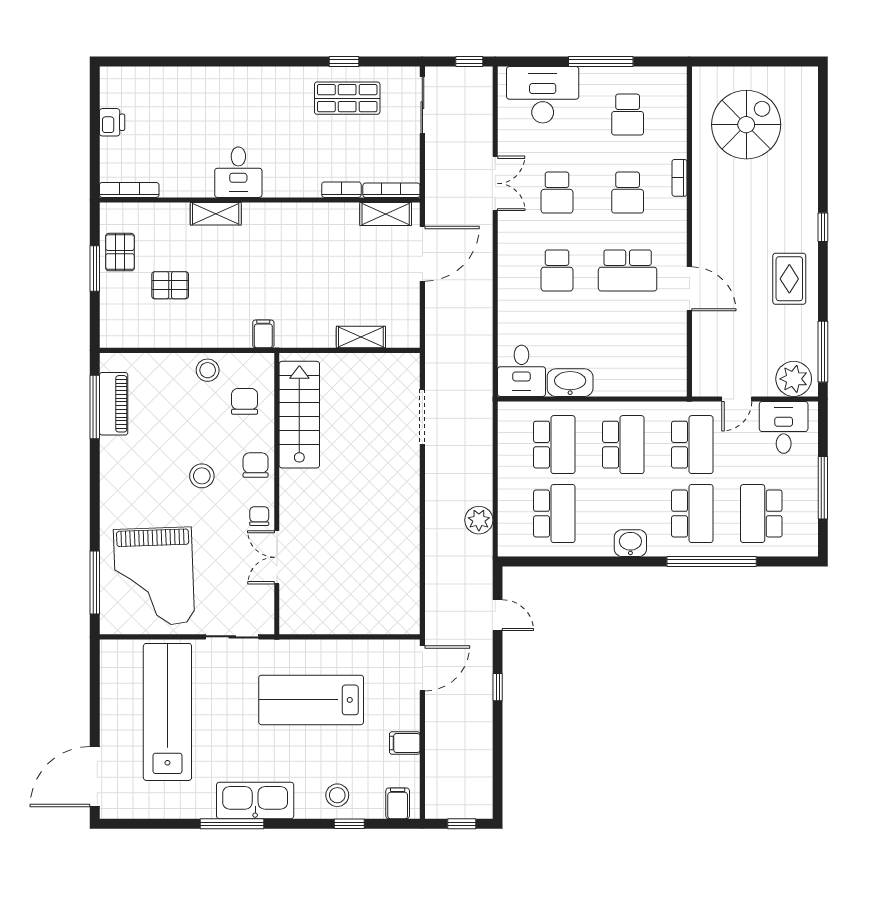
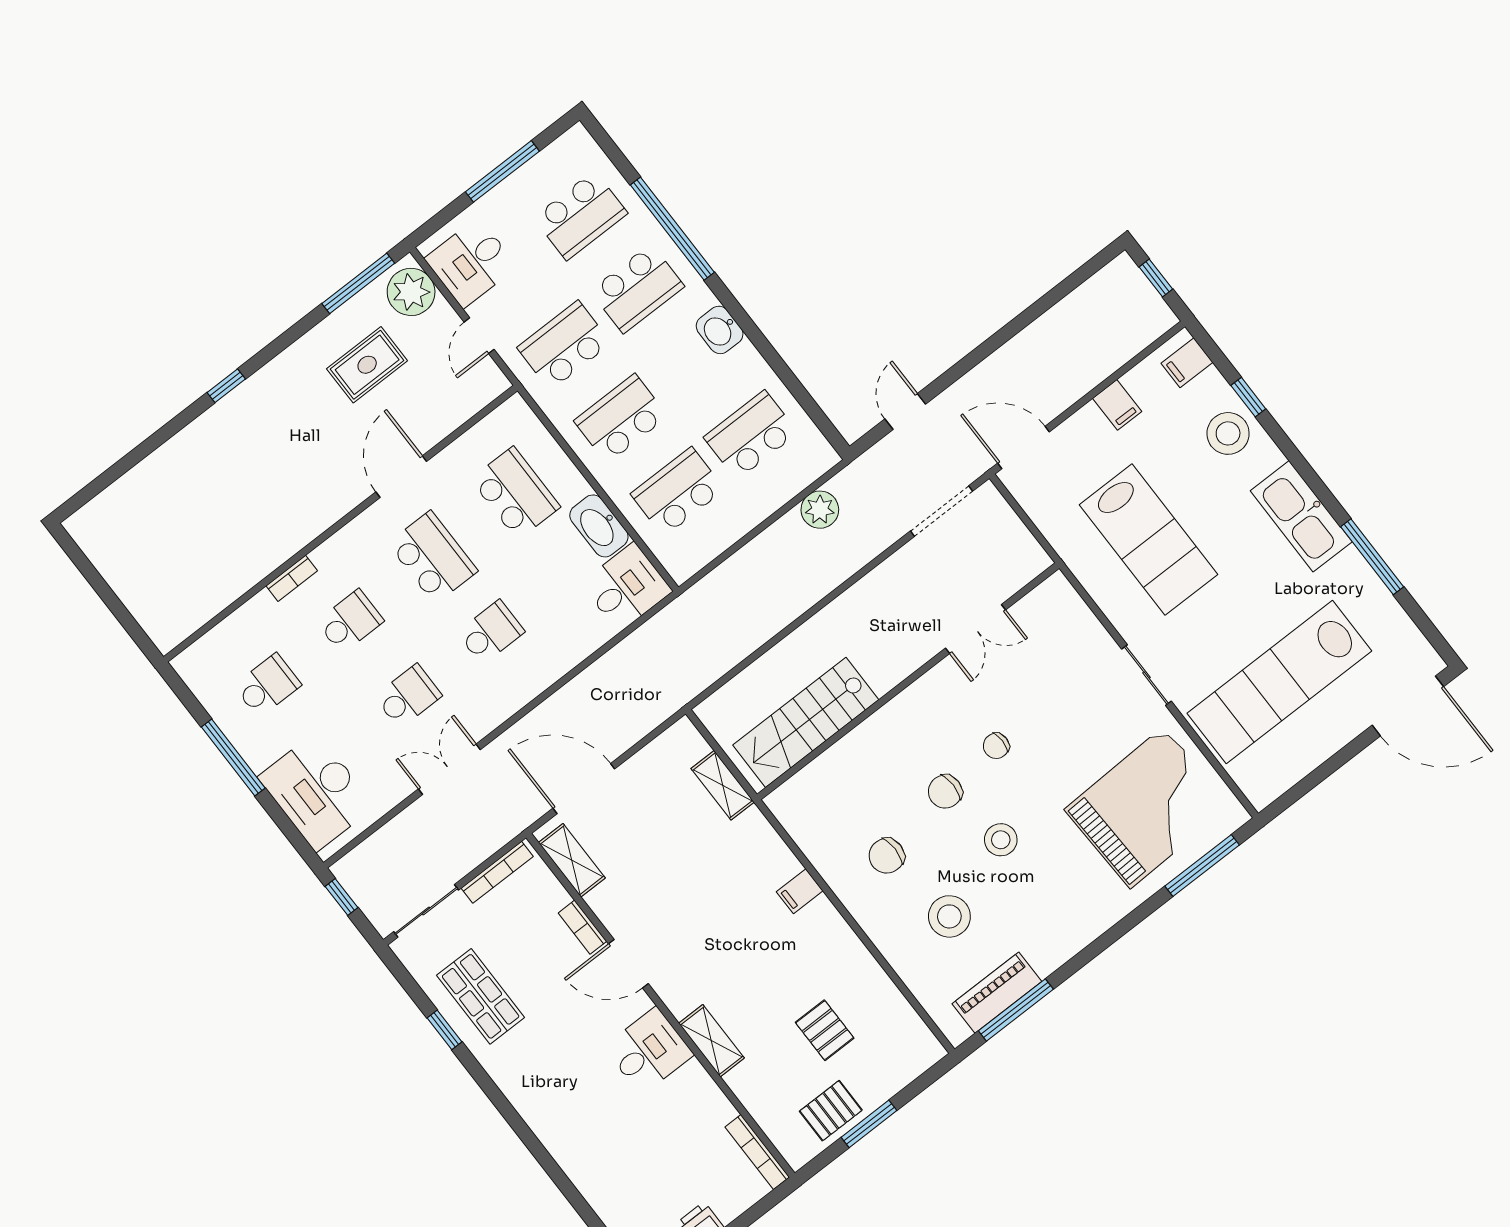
spiral stairs: (746, 125) -> (181, 551), removed
bookcase: (391, 190) -> (497, 872), moved, turned -90
door: (299, 200) -> (628, 964), added
rug: (789, 279) -> (367, 365), moved
school desk: (628, 348) -> (515, 493), added
stool: (208, 370) -> (949, 916), moved, width x1.38, depth x1.38
door: (737, 399) -> (479, 336), swing flipped
stairs: (299, 415) -> (806, 722), moved
doorway: (422, 417) -> (942, 511), moved
wall: (277, 494) -> (908, 681), moved
school desk: (692, 514) -> (637, 289), turned 180
double door: (277, 557) -> (976, 629), moved
window: (498, 687) -> (981, 352), removed
stool: (337, 795) -> (1228, 433), width x1.38, depth x1.38
window: (232, 824) -> (1372, 557), moved

